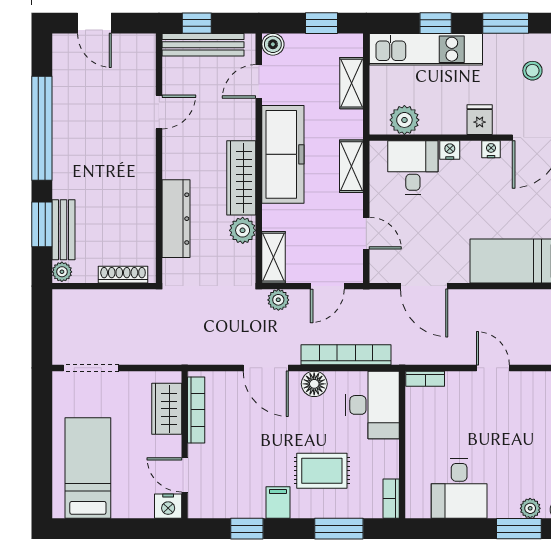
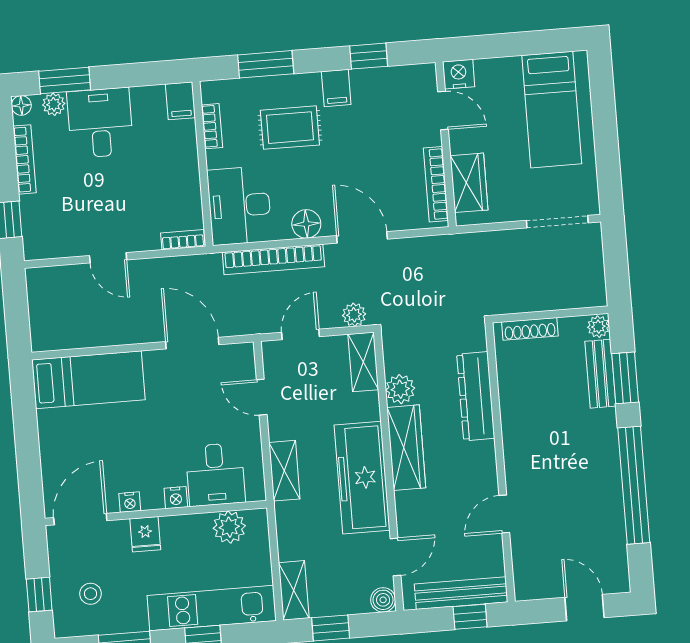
shelving: (352, 83) -> (294, 590), moved
desk: (459, 488) -> (100, 123), moved
bookcase: (391, 499) -> (212, 126), moved
filing cabinet: (417, 502) -> (180, 101), added

